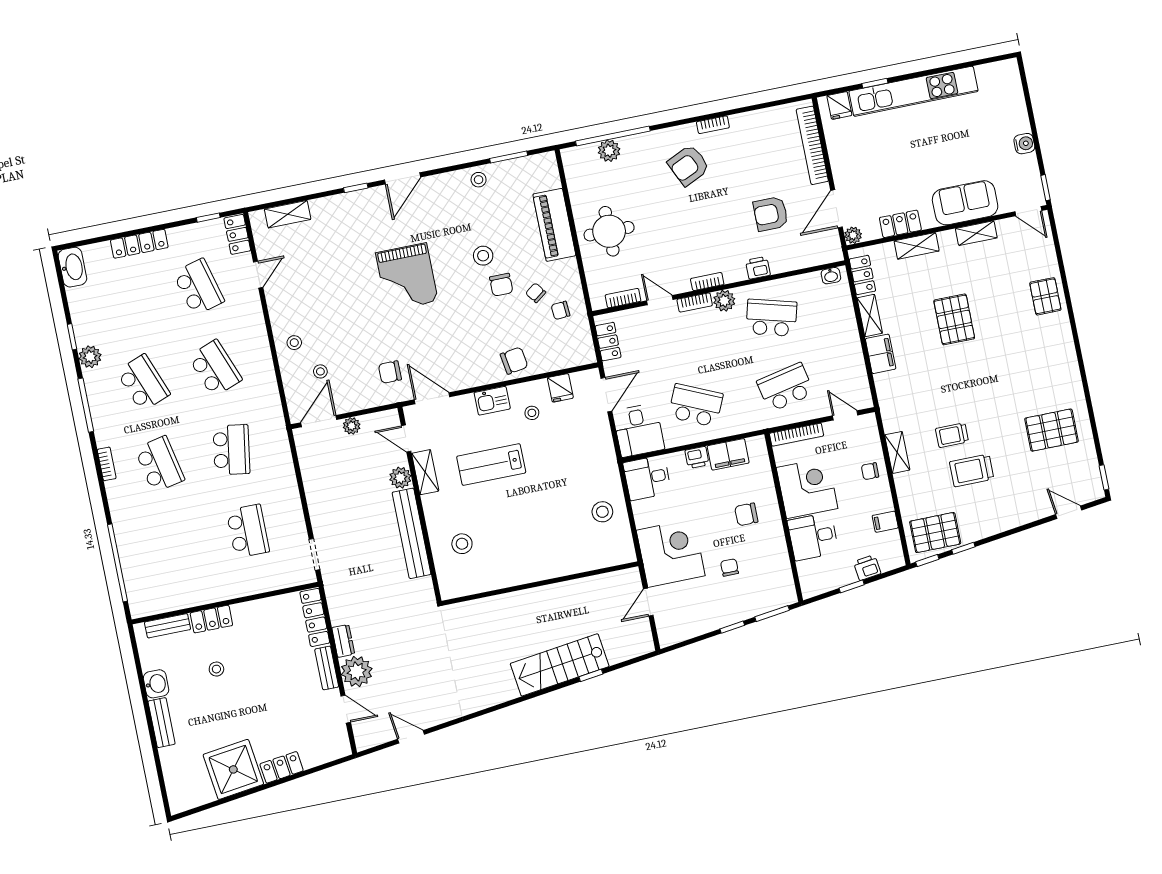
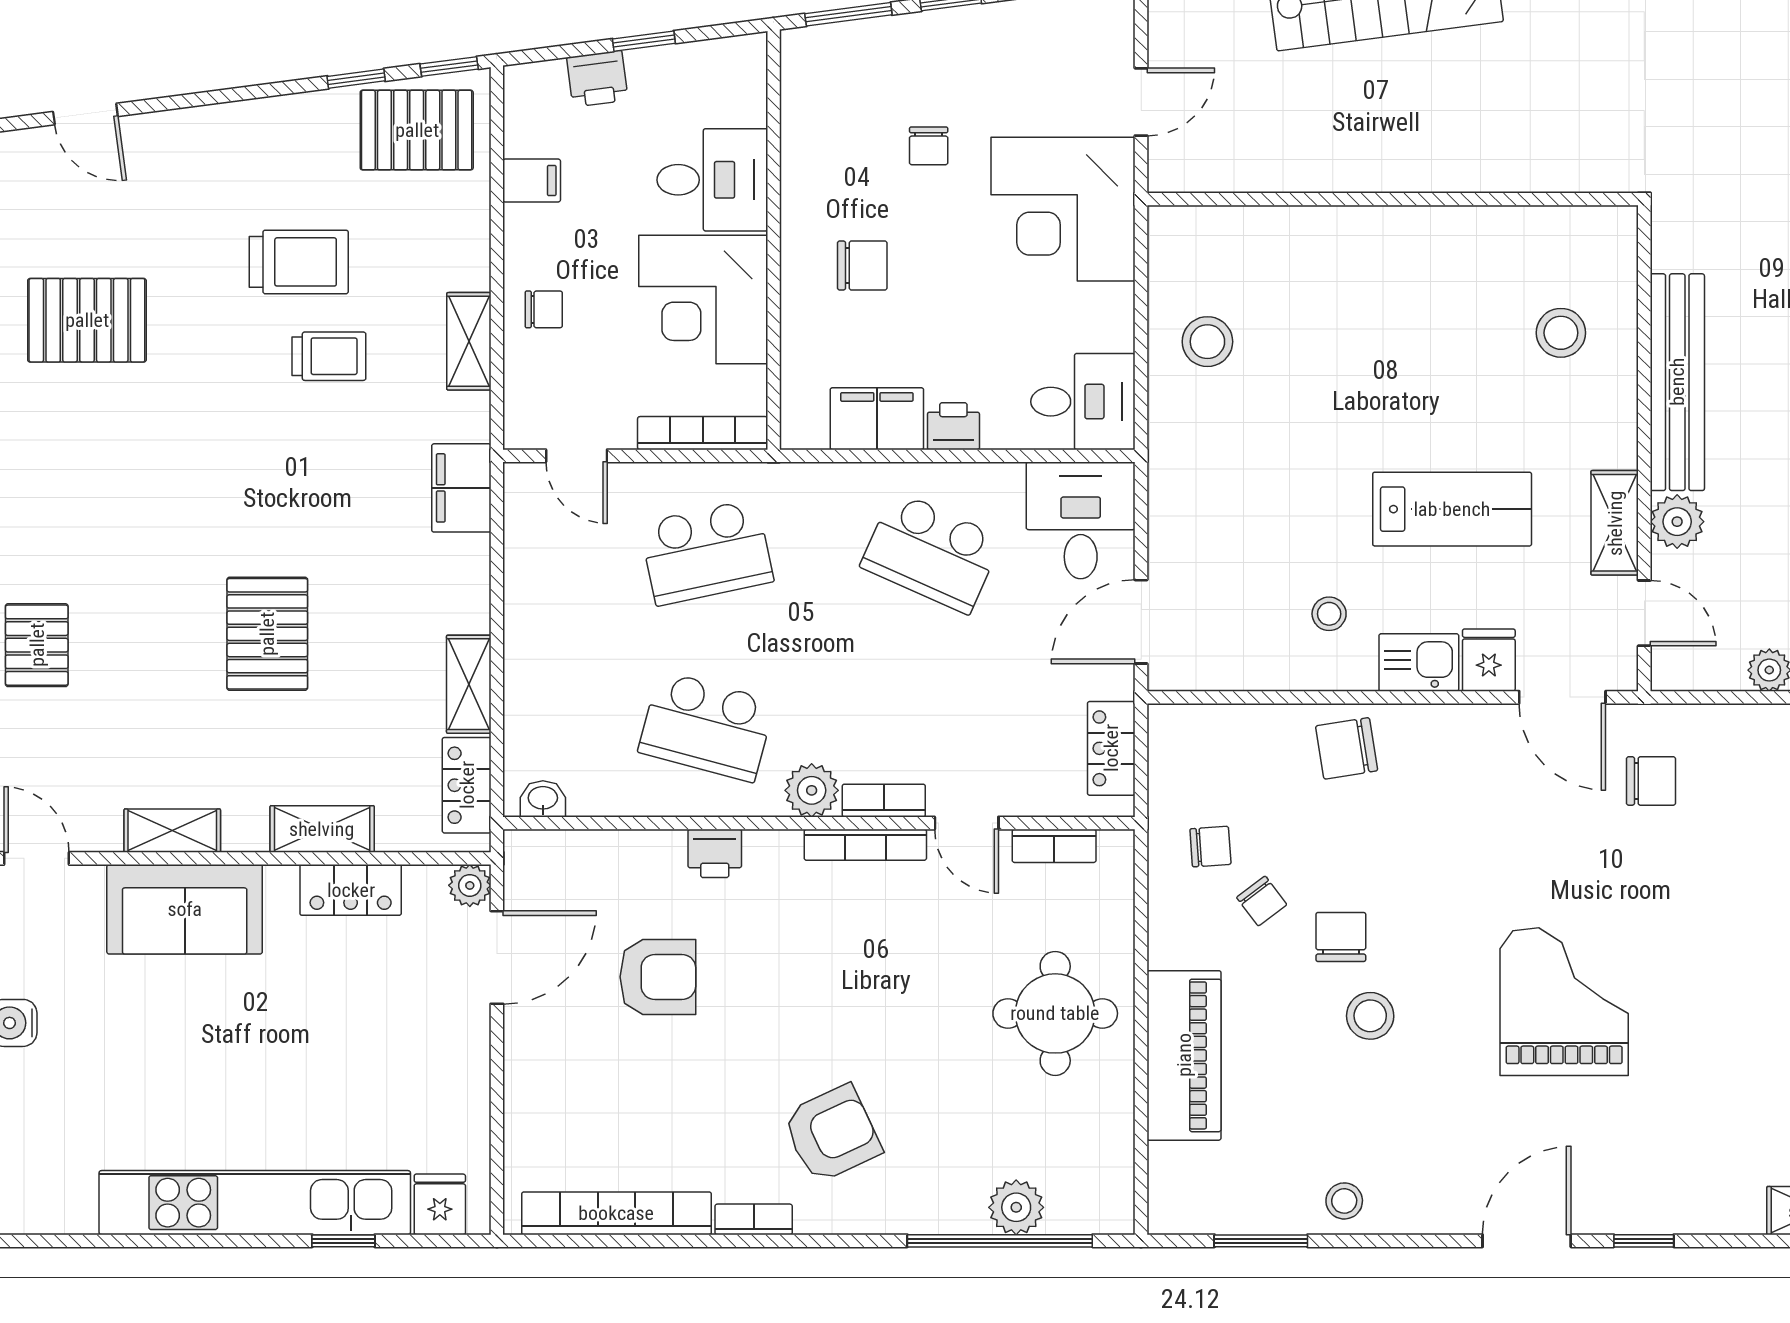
bookcase: (812, 145) -> (616, 1213), moved, turned -90
bookcase: (707, 282) -> (865, 845), width x1.56
filing cabinet: (881, 354) -> (461, 488), moved
fridge: (560, 388) -> (1489, 660), moved

